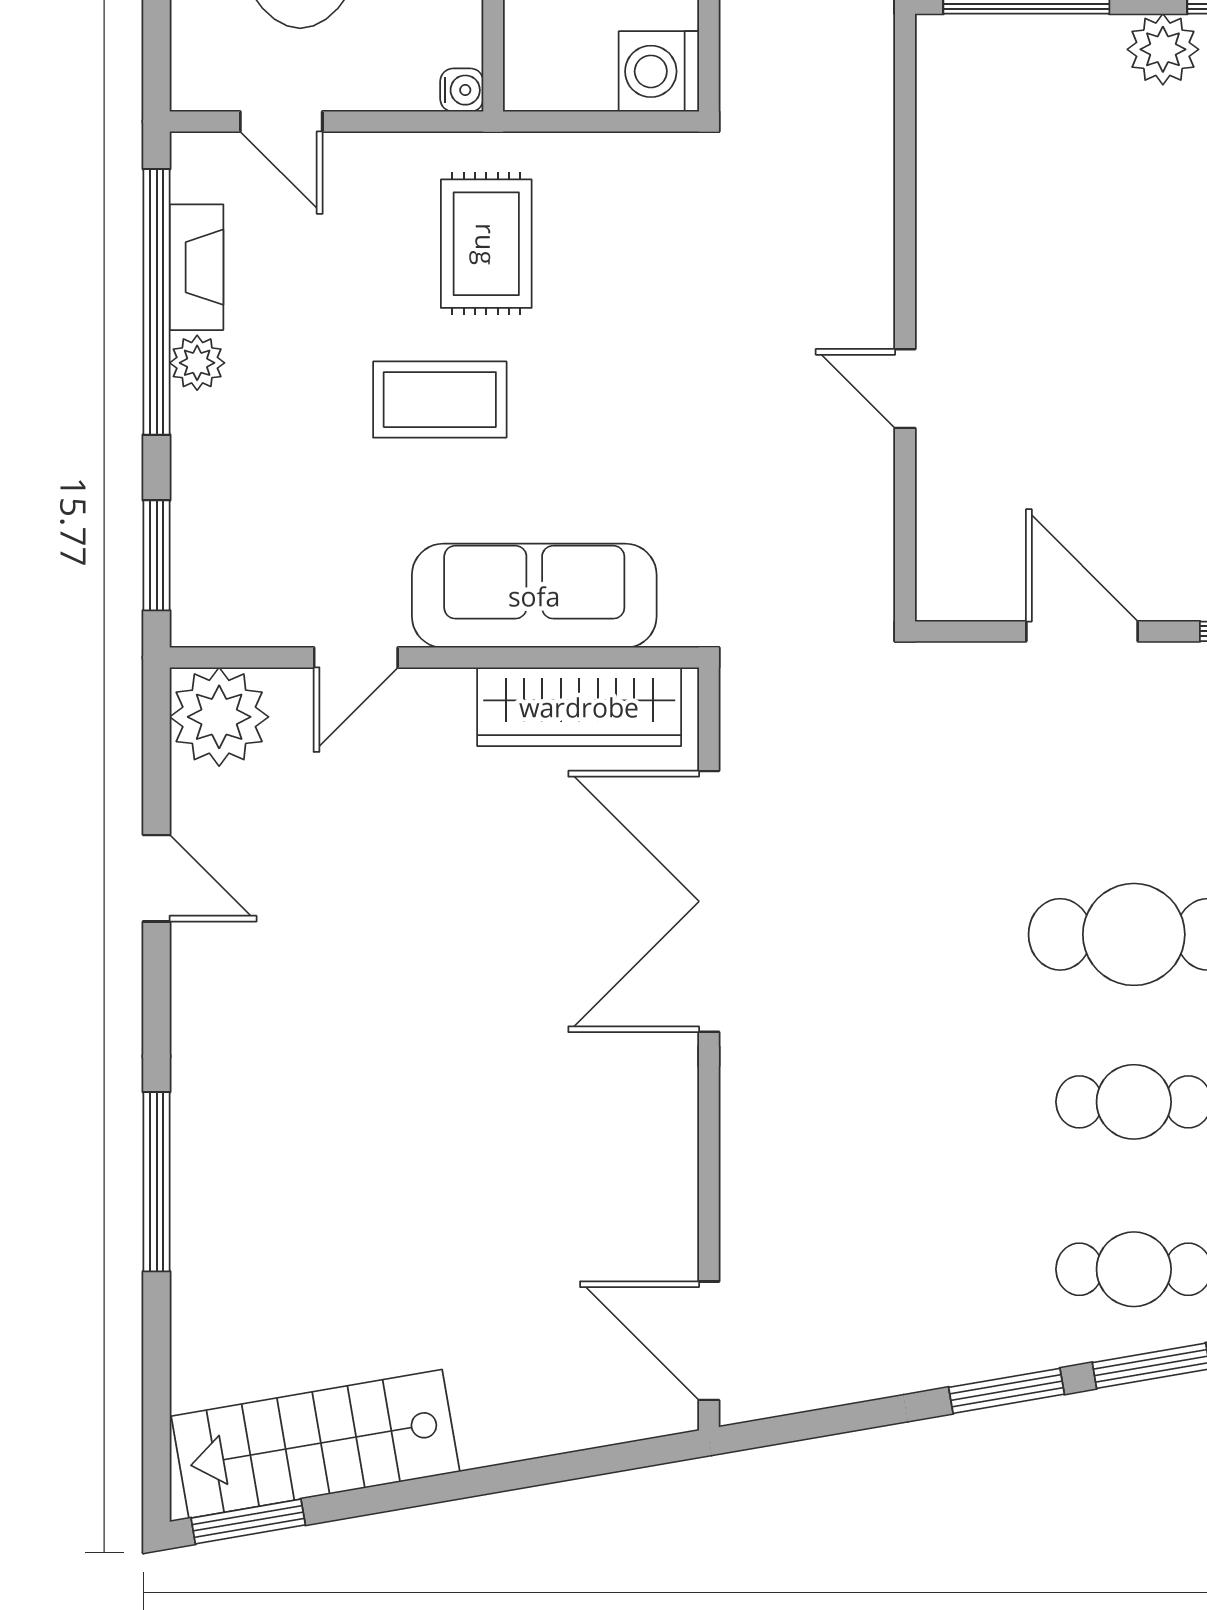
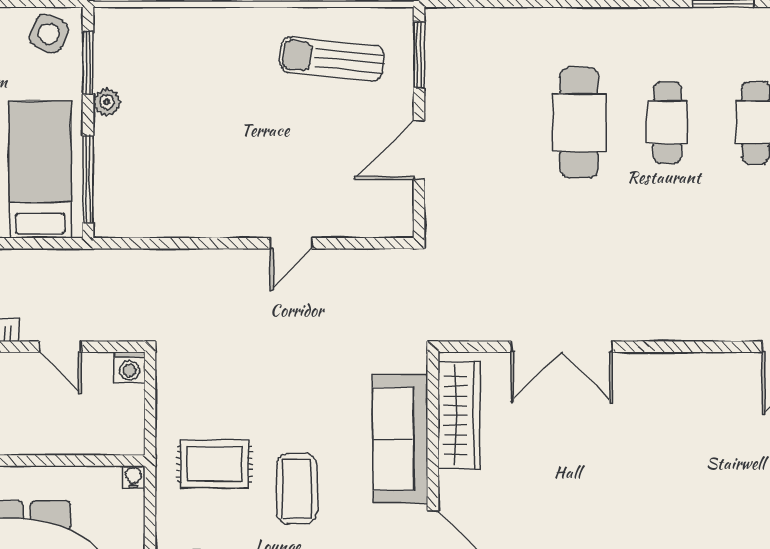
plant: (1163, 49) -> (107, 102), width x0.73, depth x0.73
washing machine: (659, 71) -> (129, 367), width x0.73, depth x0.73
double door: (709, 901) -> (562, 347), width x0.73

